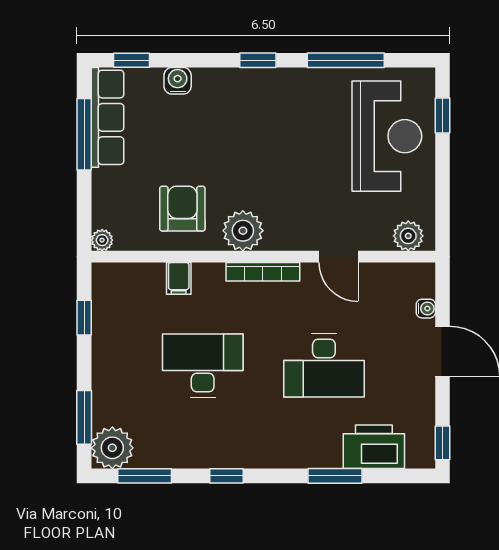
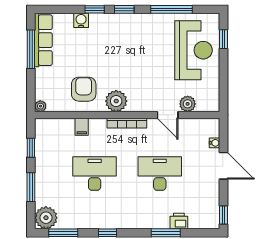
window: (132, 60) -> (95, 9), moved
plant: (408, 236) -> (188, 104), moved
desk: (324, 365) -> (160, 173), turned 180
window: (84, 417) -> (31, 187), moved
printer: (374, 447) -> (179, 221), width x0.53, depth x0.68

